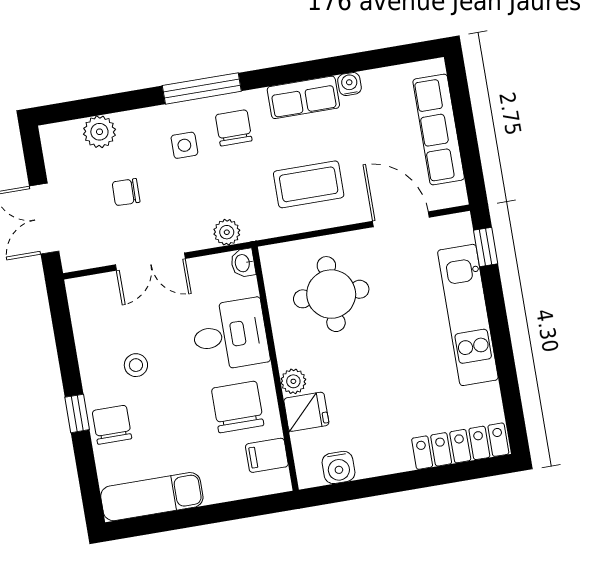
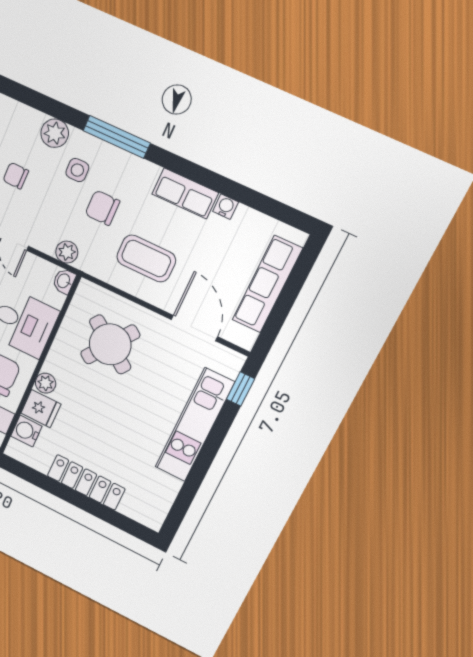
chair: (234, 128) -> (102, 208), moved, turned -90
plant: (99, 132) -> (55, 133), moved
round table: (331, 294) -> (110, 344), turned 36
locker: (460, 446) -> (86, 482), moved
water cooler: (338, 467) -> (26, 431), moved, turned 90

